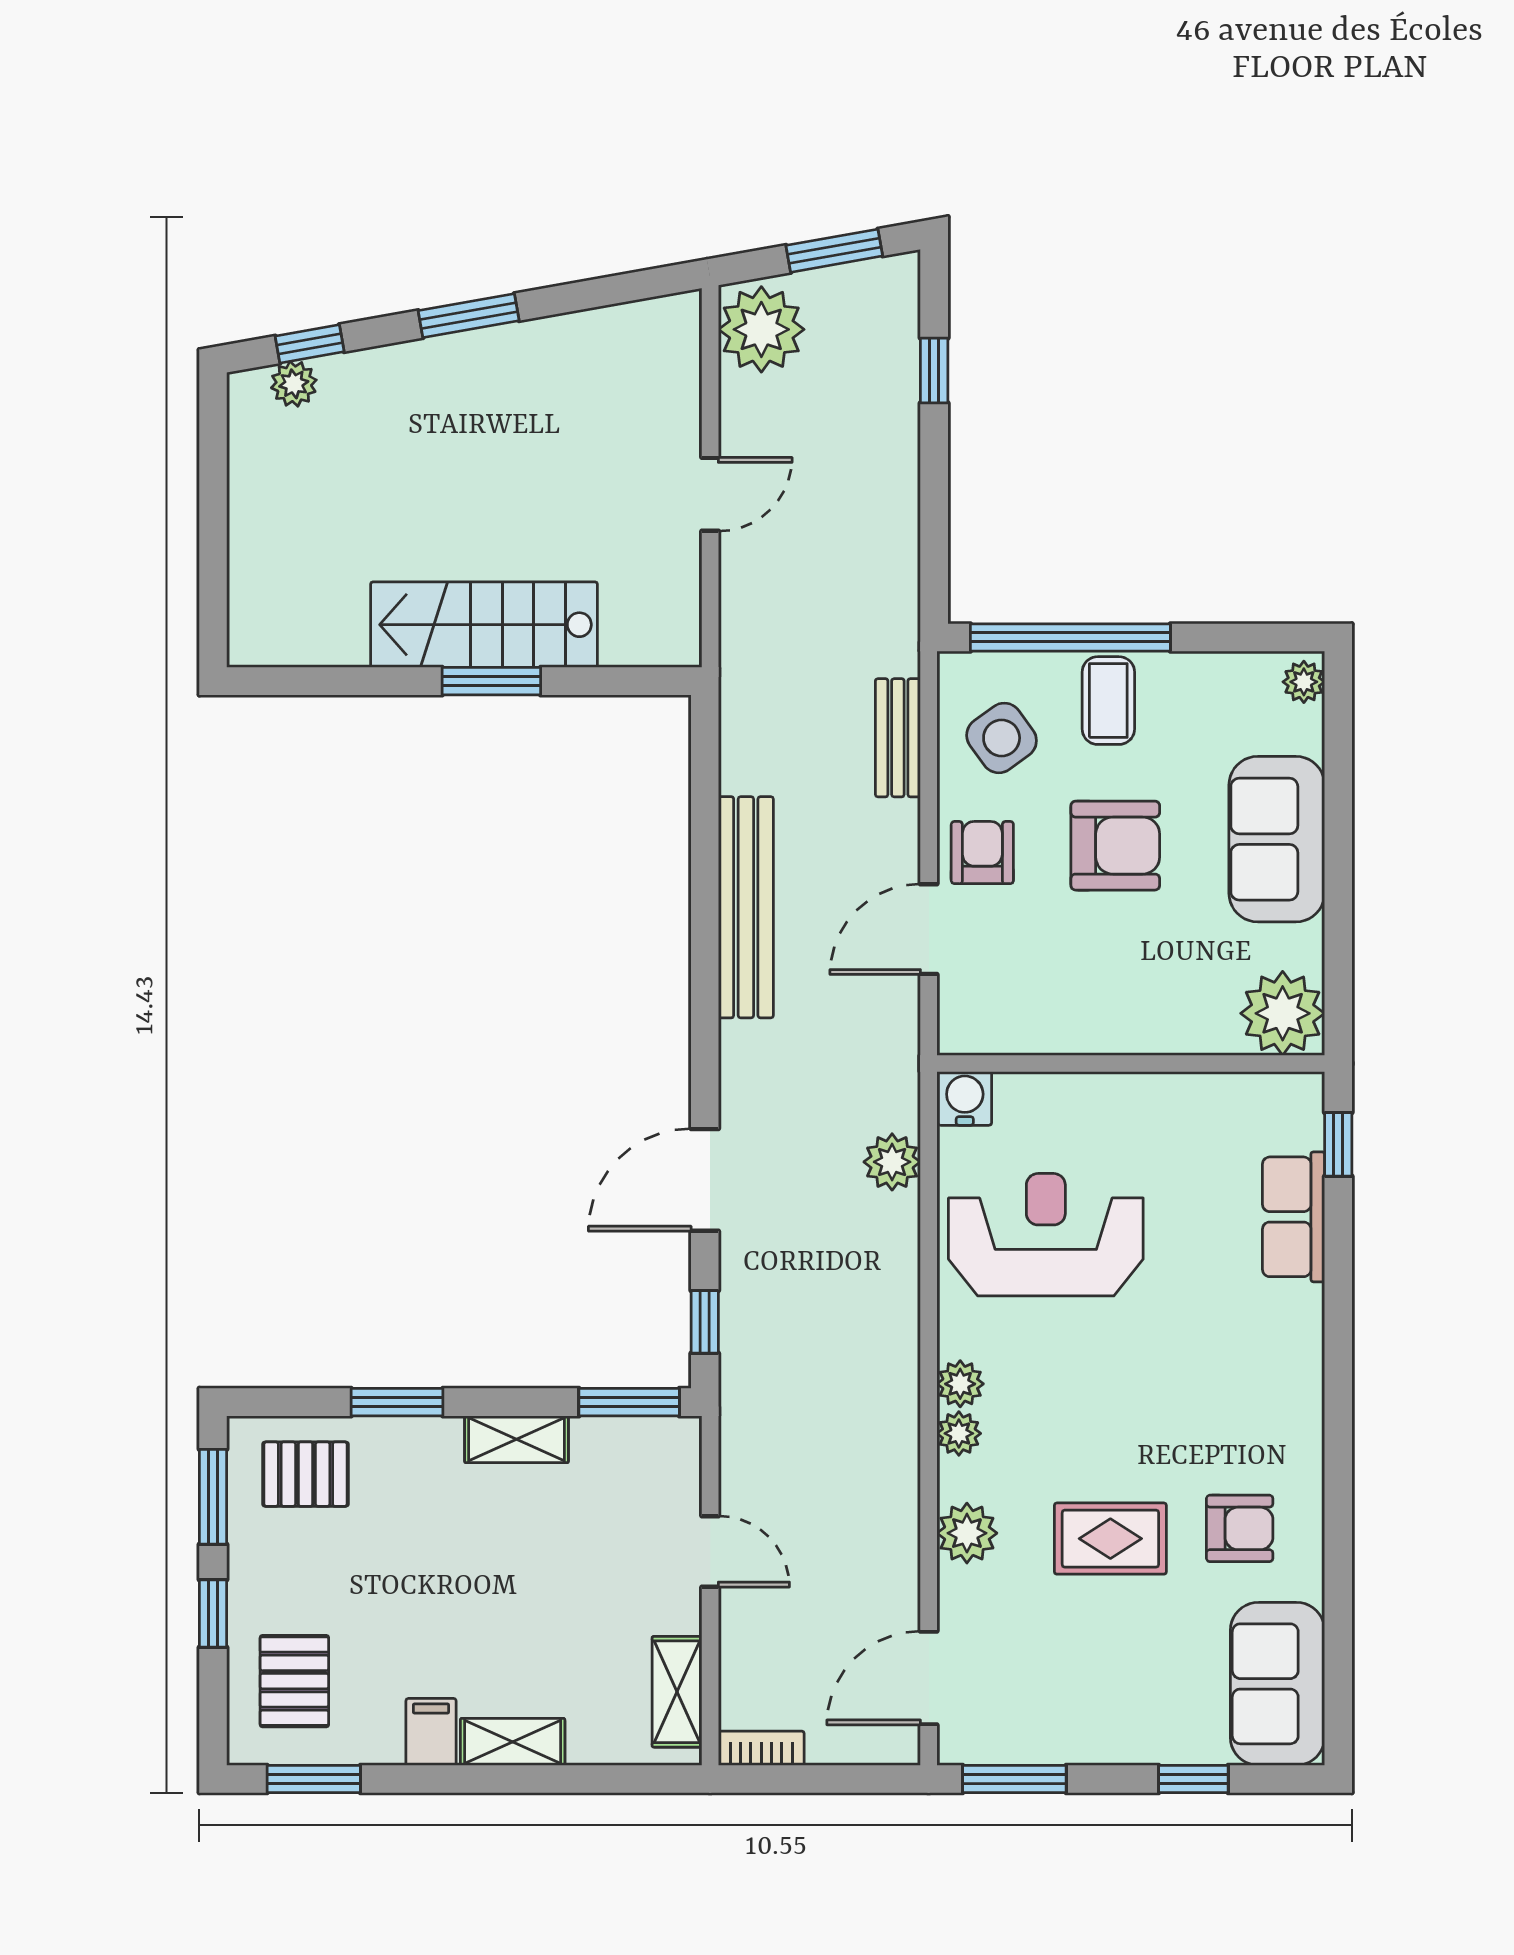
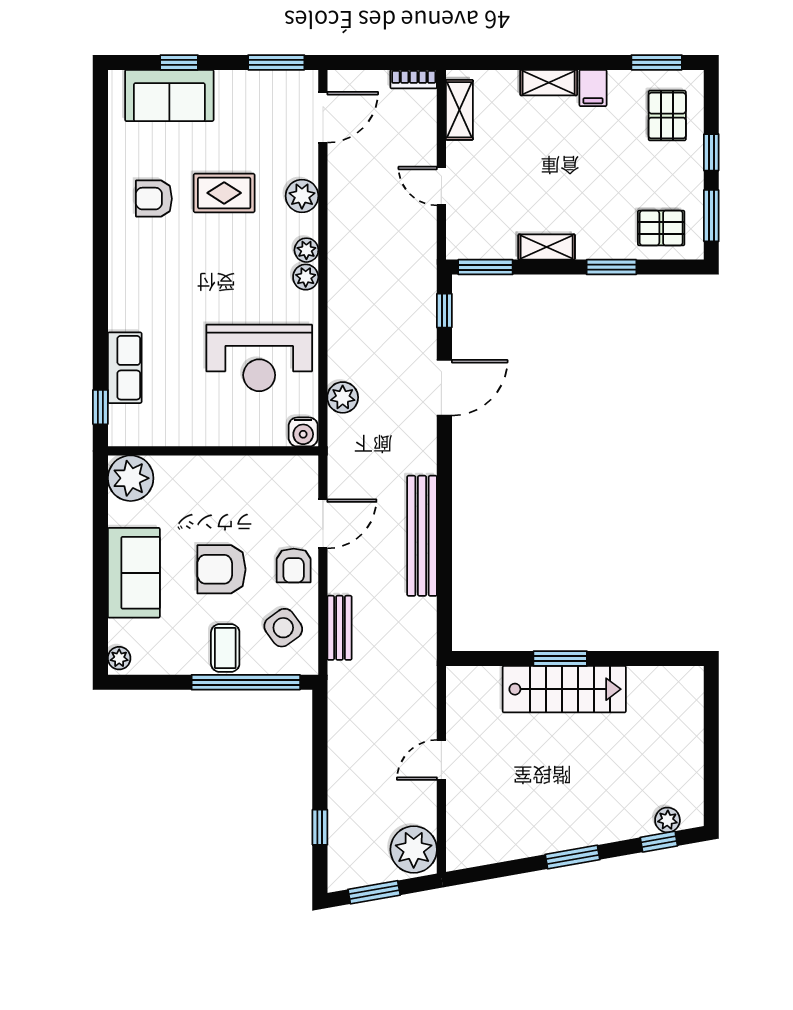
sofa: (1277, 1684) -> (169, 95), moved, turned 90

